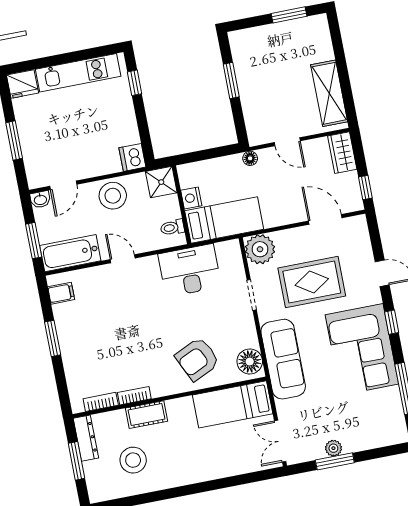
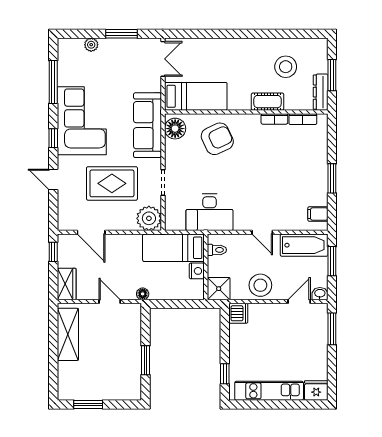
window: (14, 140) -> (332, 329), moved
plant: (333, 448) -> (91, 45), moved

